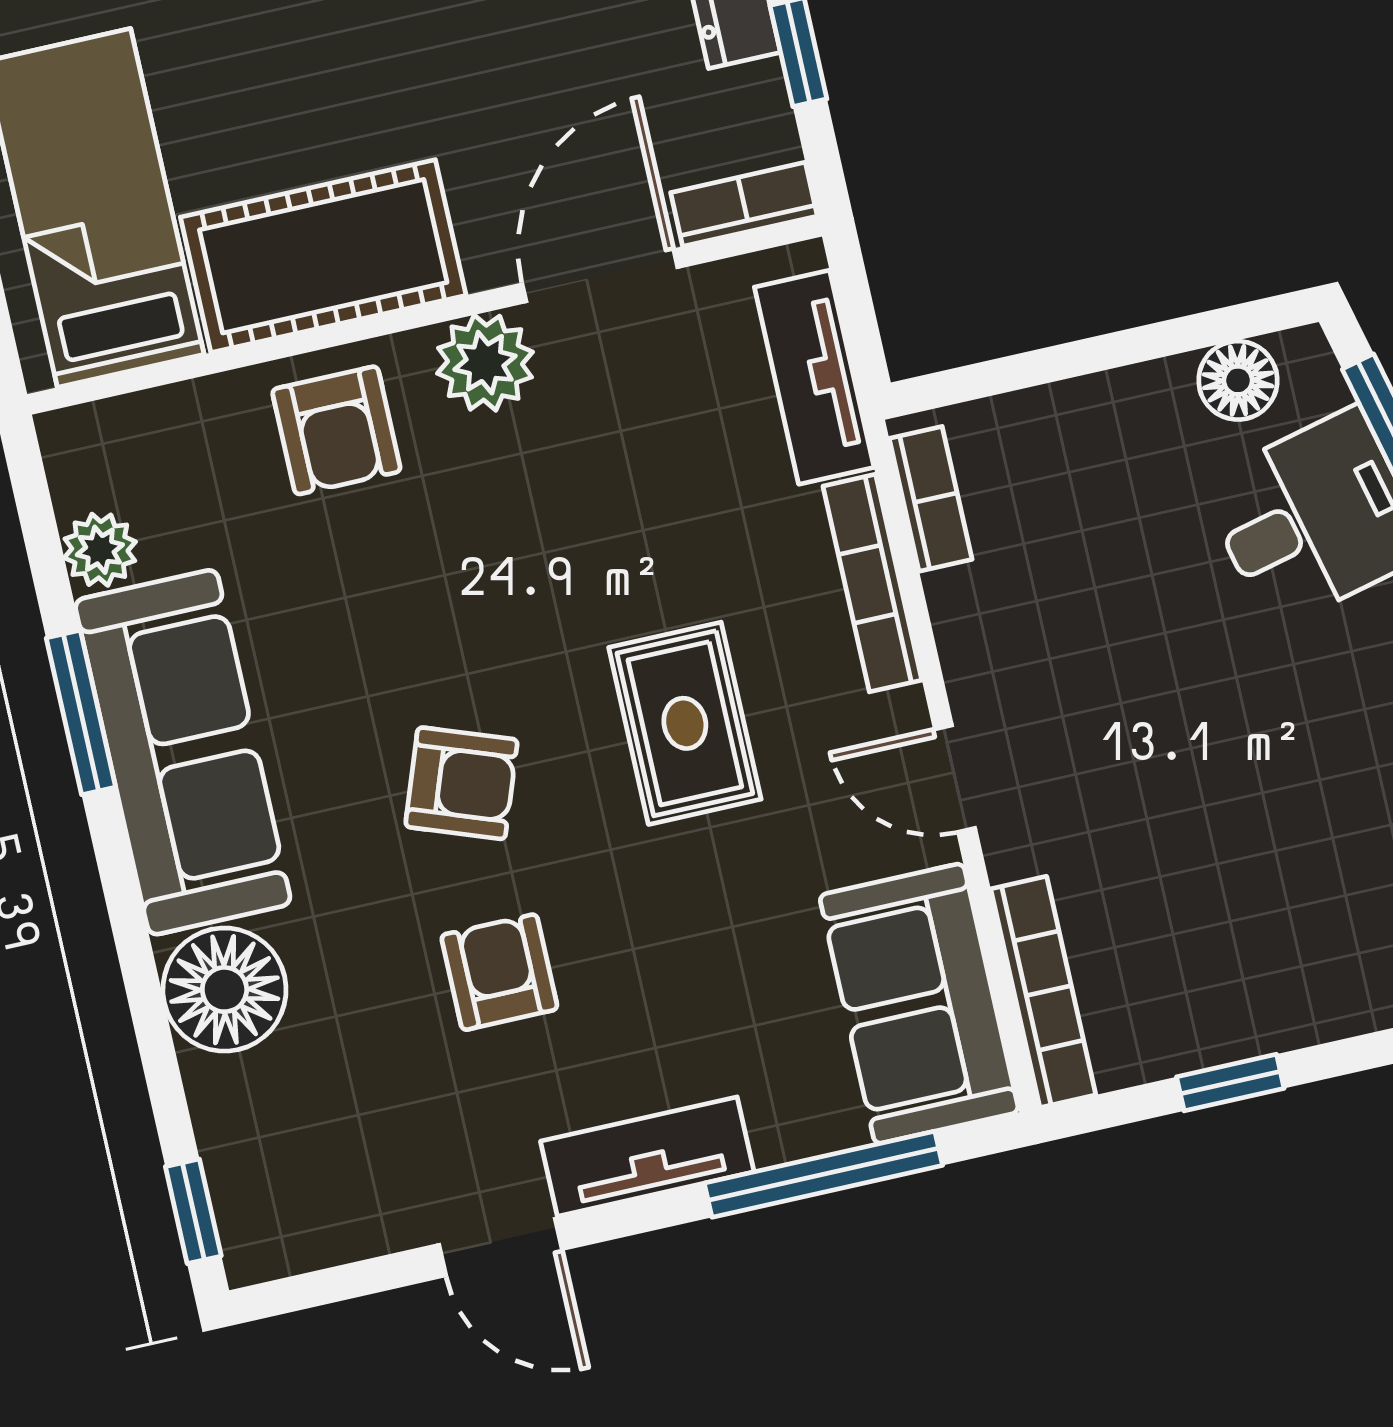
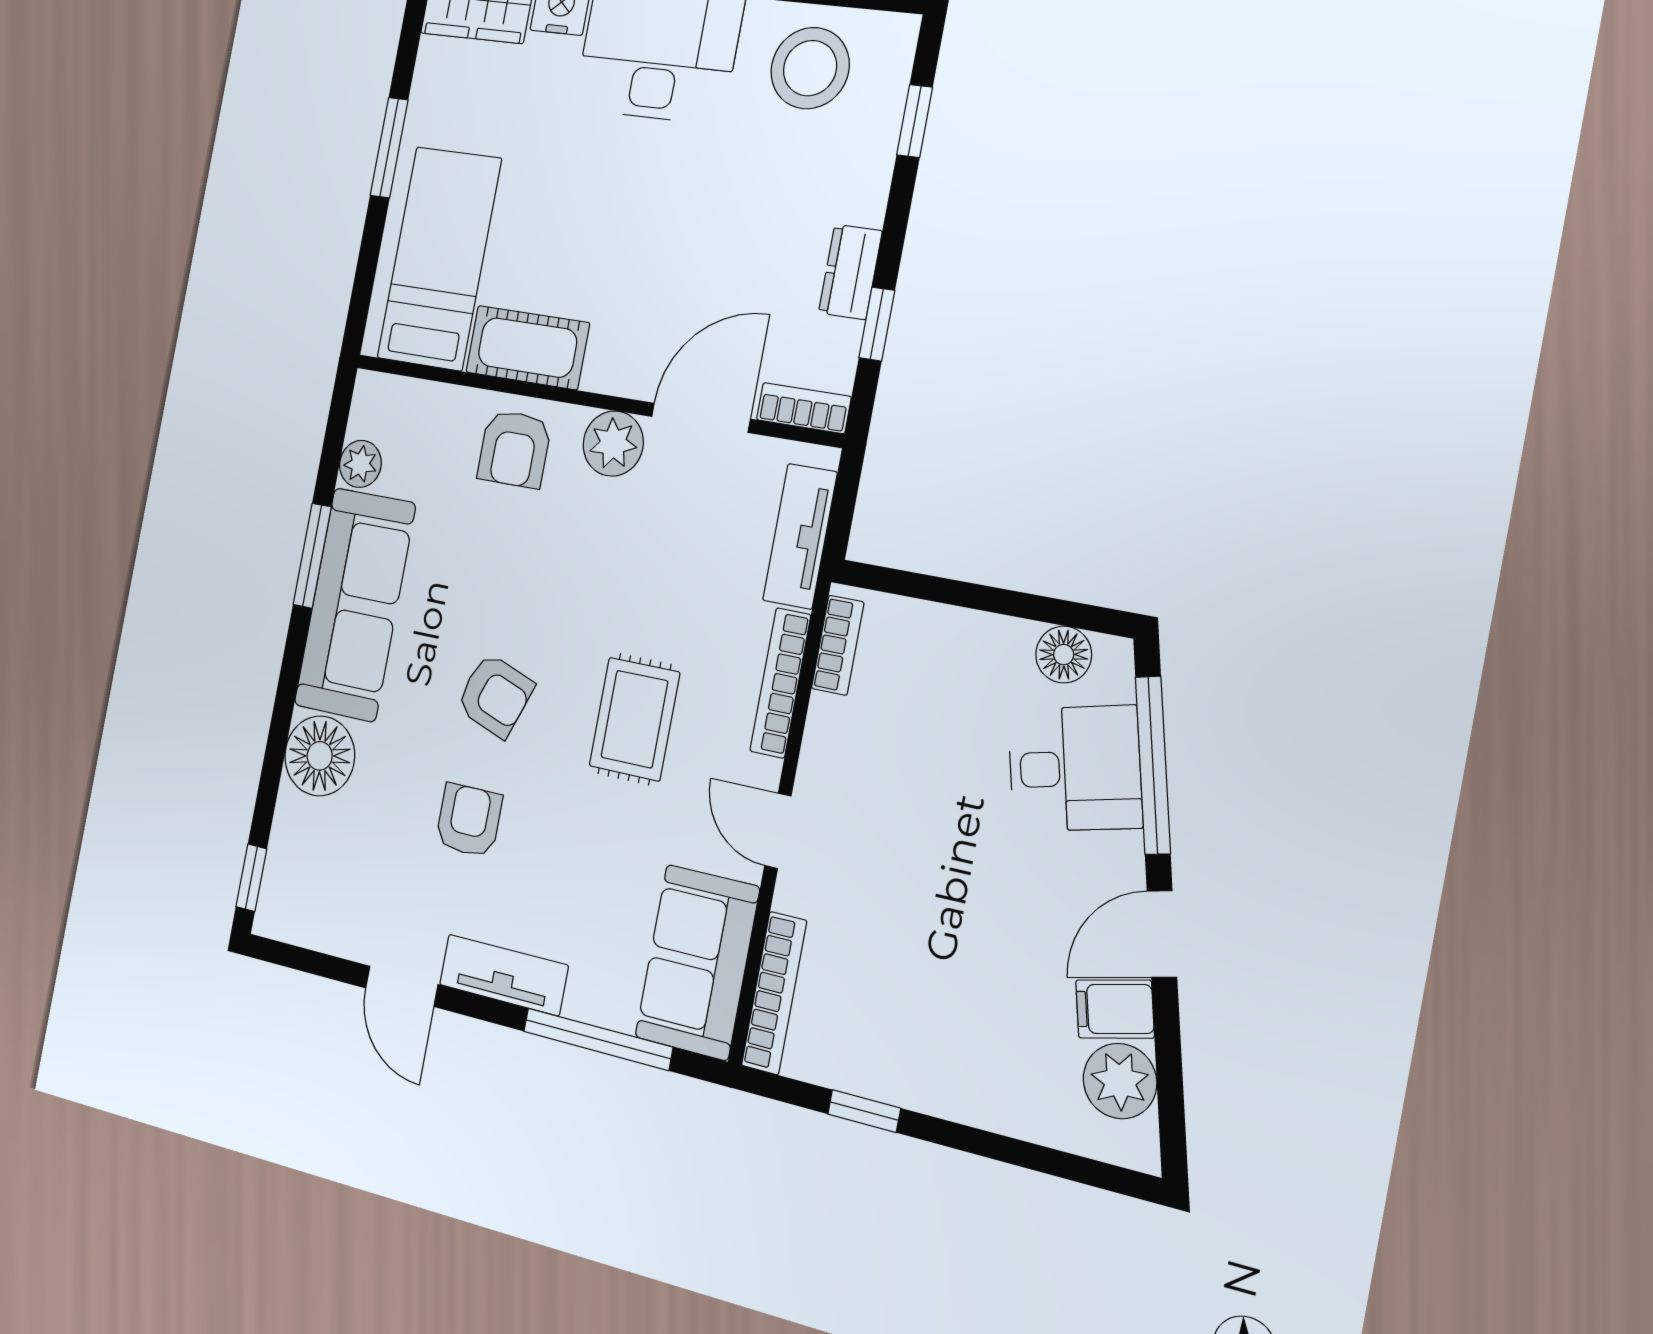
cot: (323, 256) -> (527, 348), width x0.73, depth x0.75

